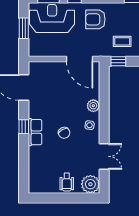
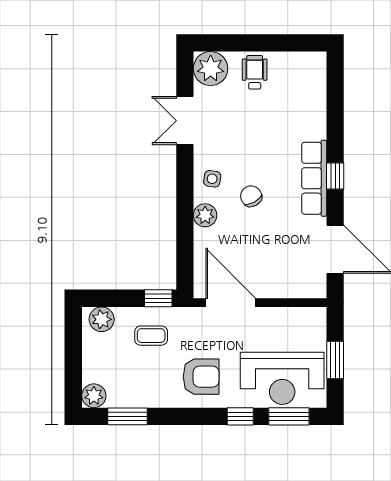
row of seats: (35, 132) -> (314, 178), width x1.48
chair: (64, 133) -> (251, 196), moved

